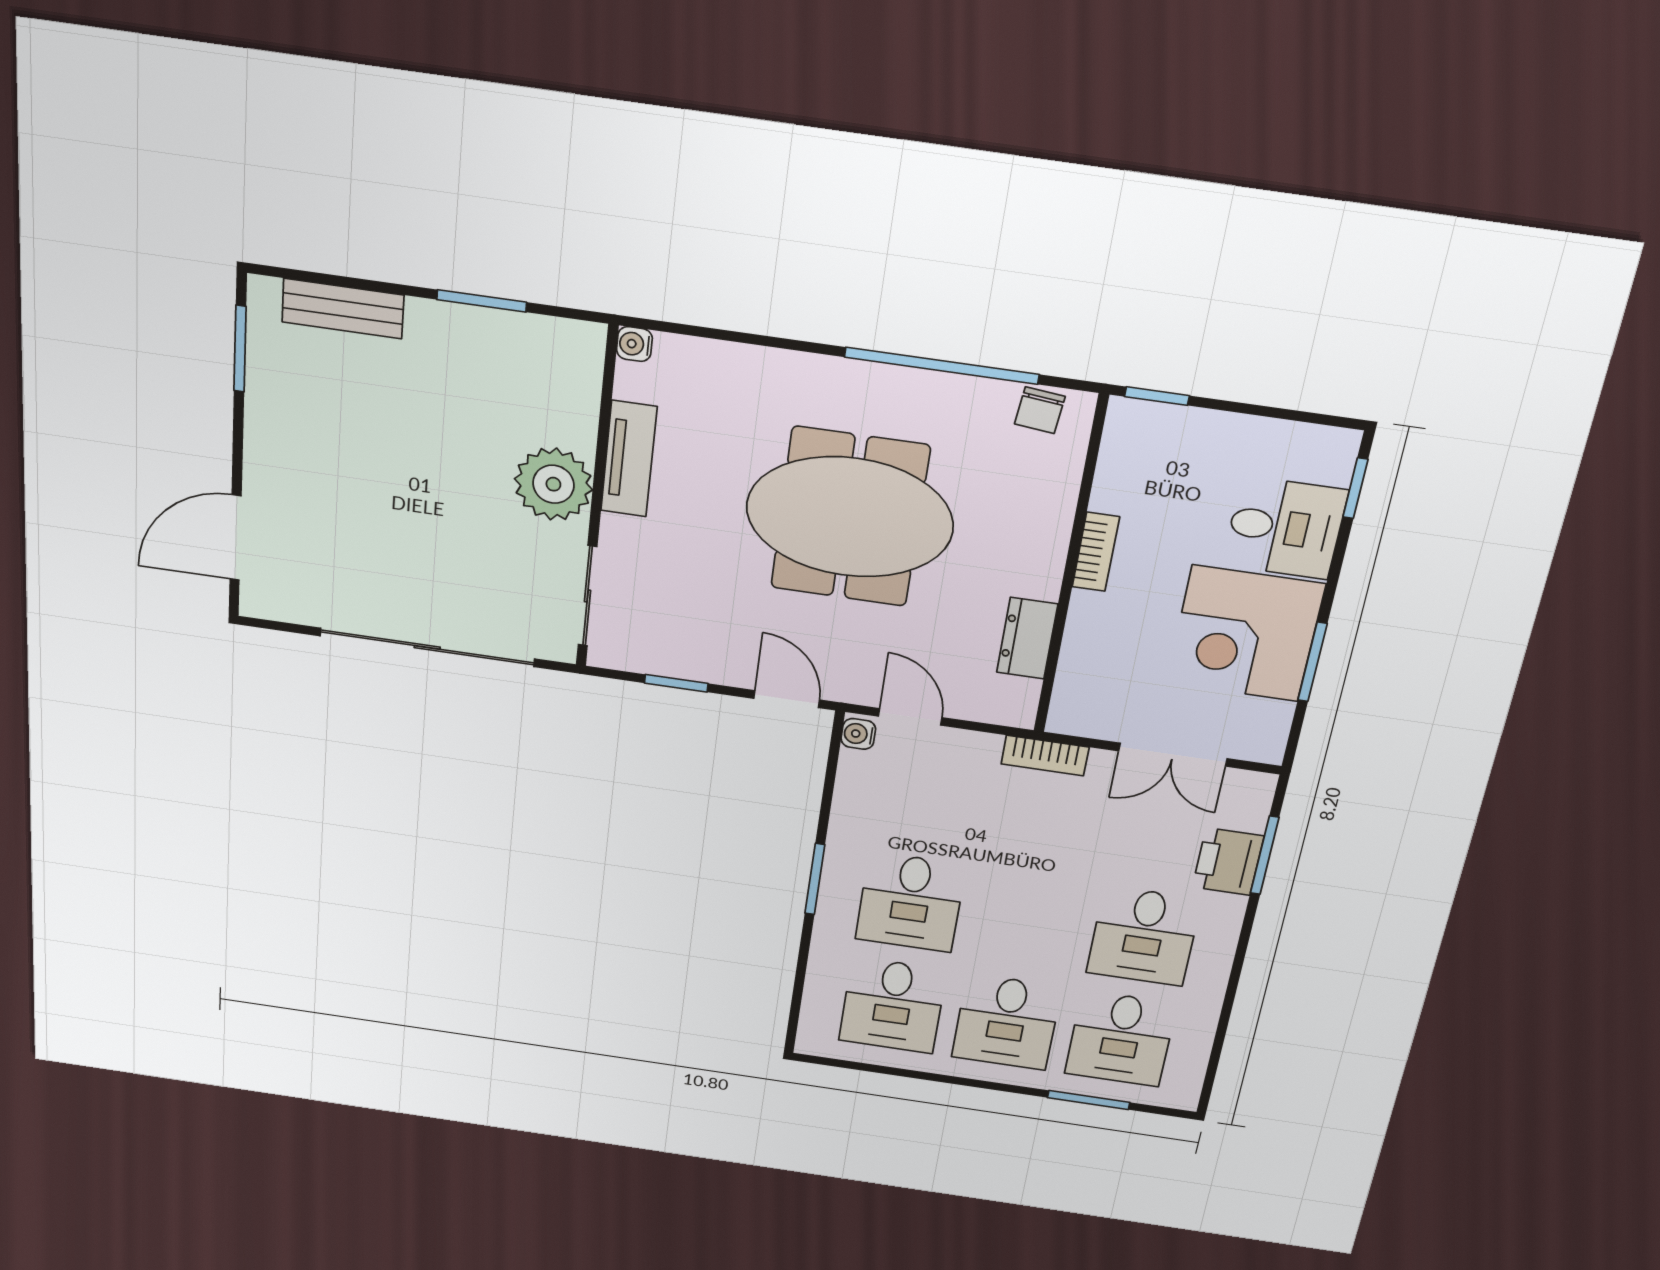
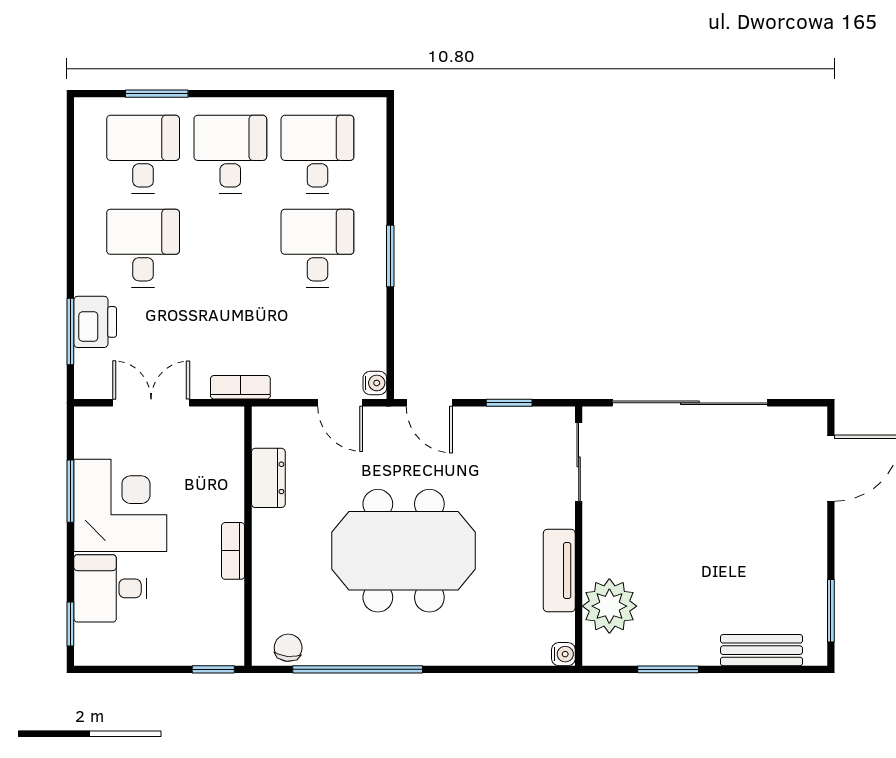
plant: (553, 484) -> (609, 606), moved

